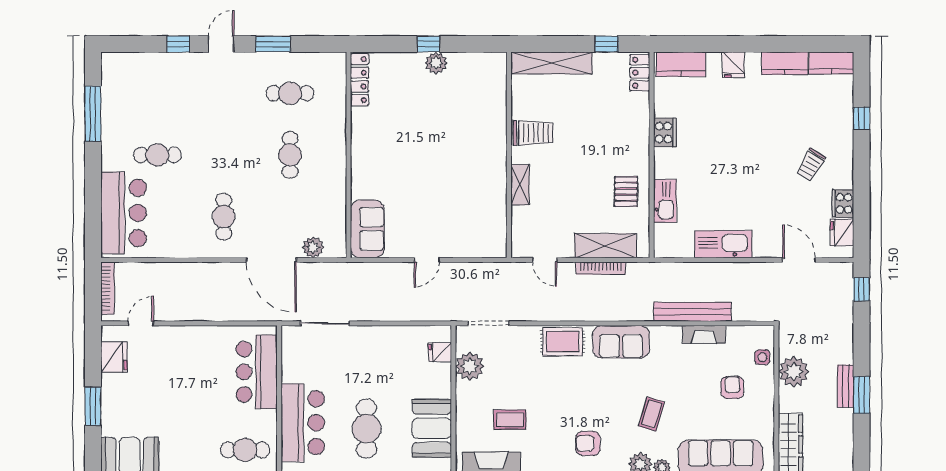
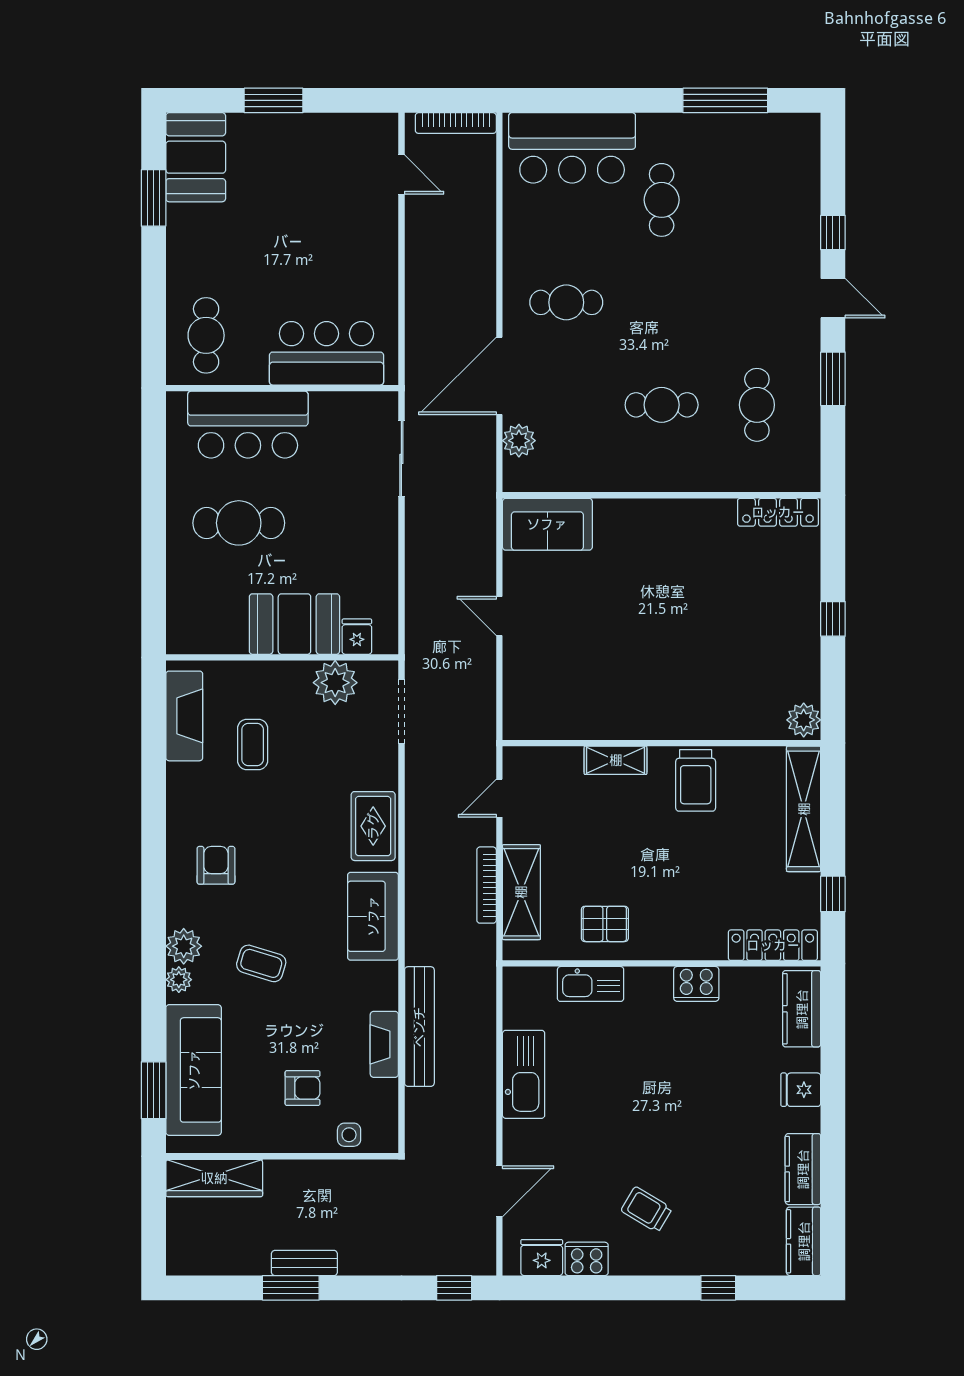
plant: (436, 63) -> (804, 720), moved
locker: (640, 73) -> (773, 945), width x1.53
fridge: (114, 357) -> (349, 133), removed
plant: (794, 372) -> (327, 1183), removed
booth: (432, 428) -> (294, 624), moved

